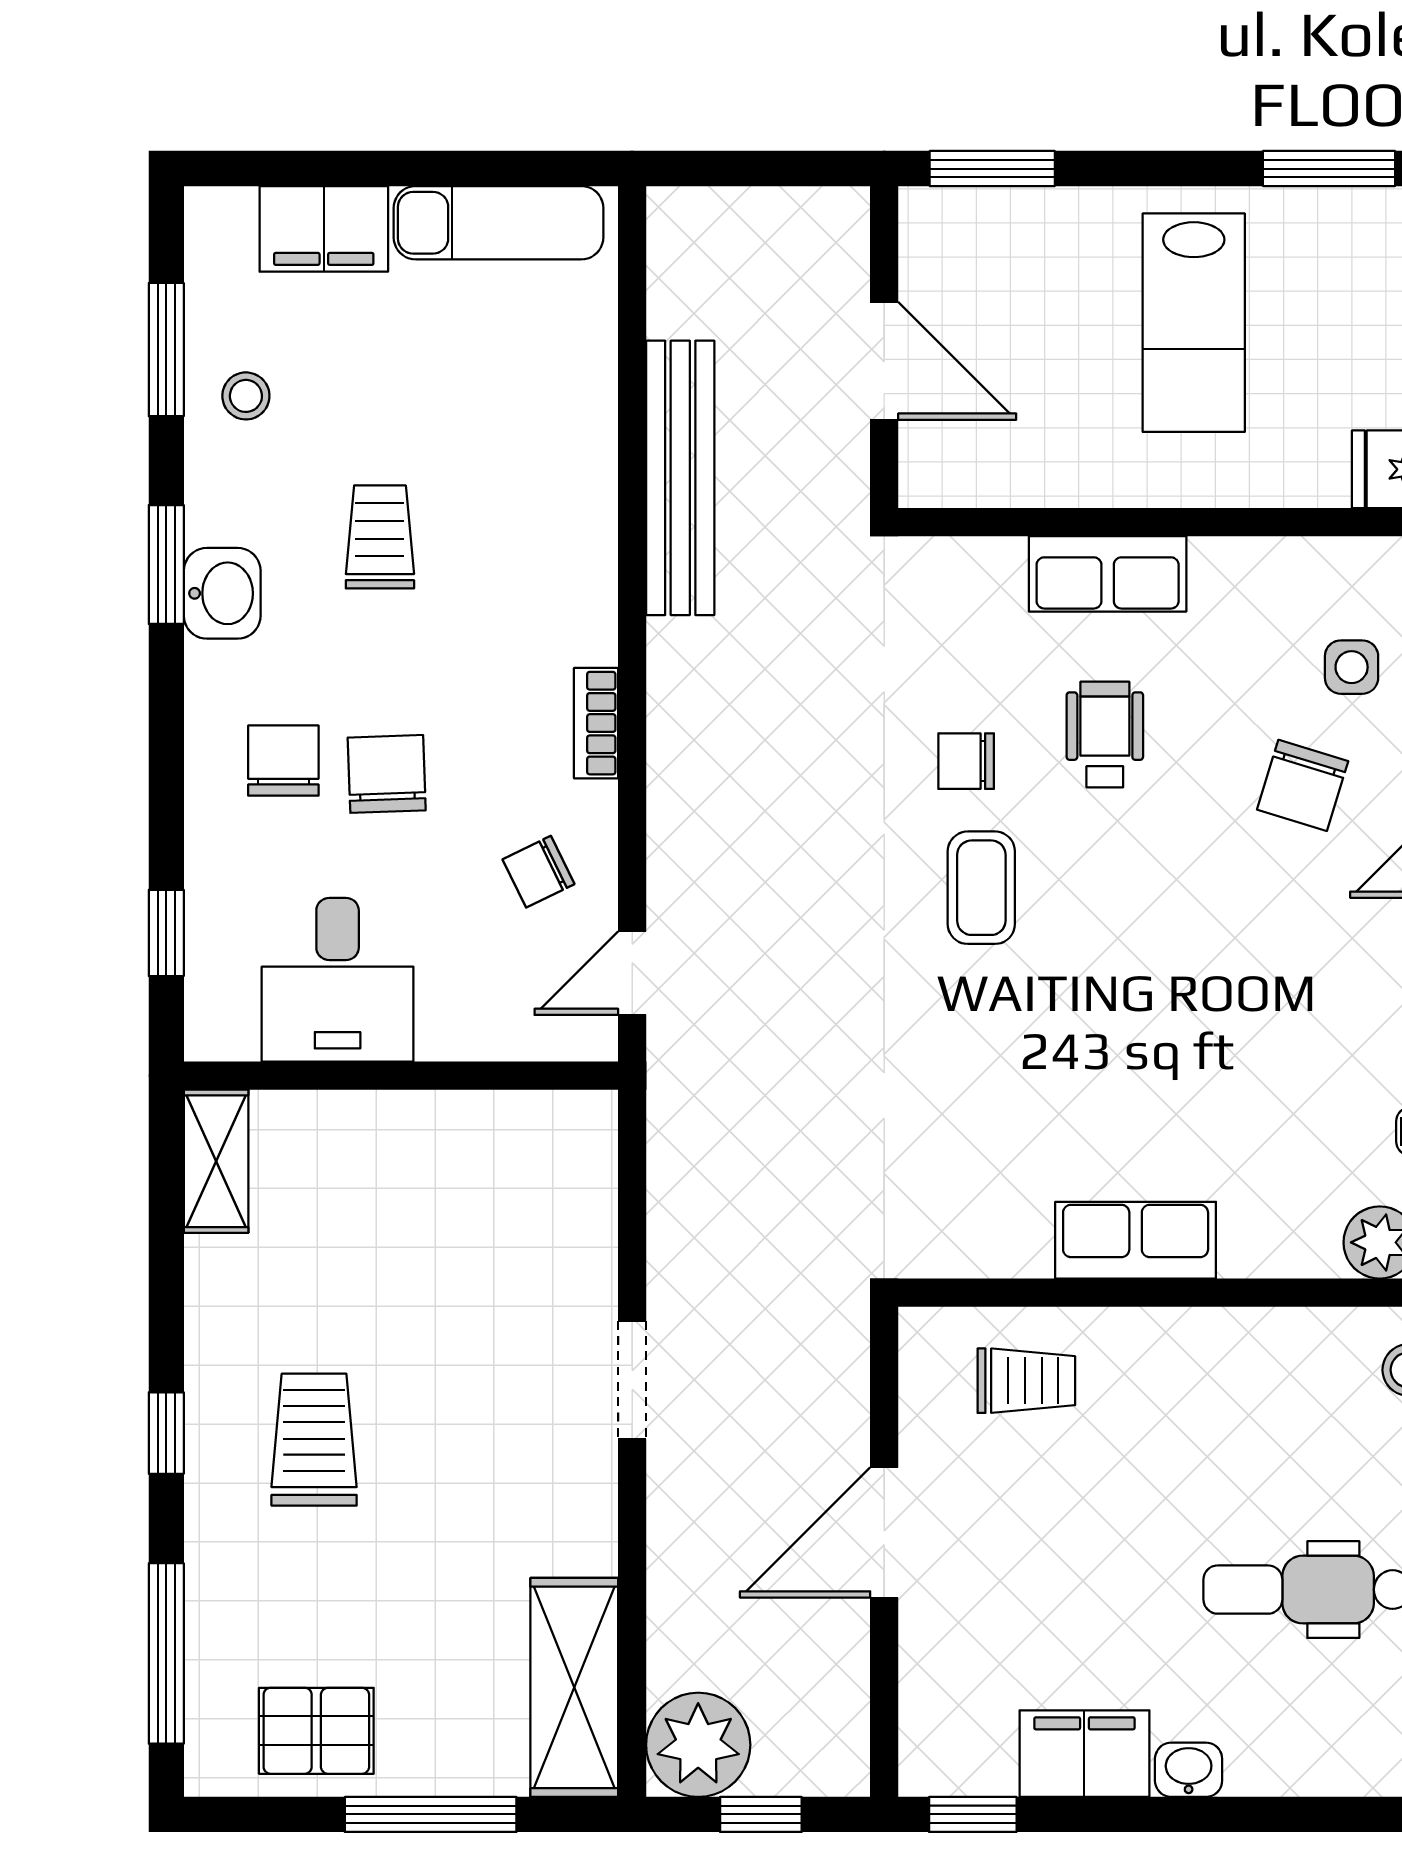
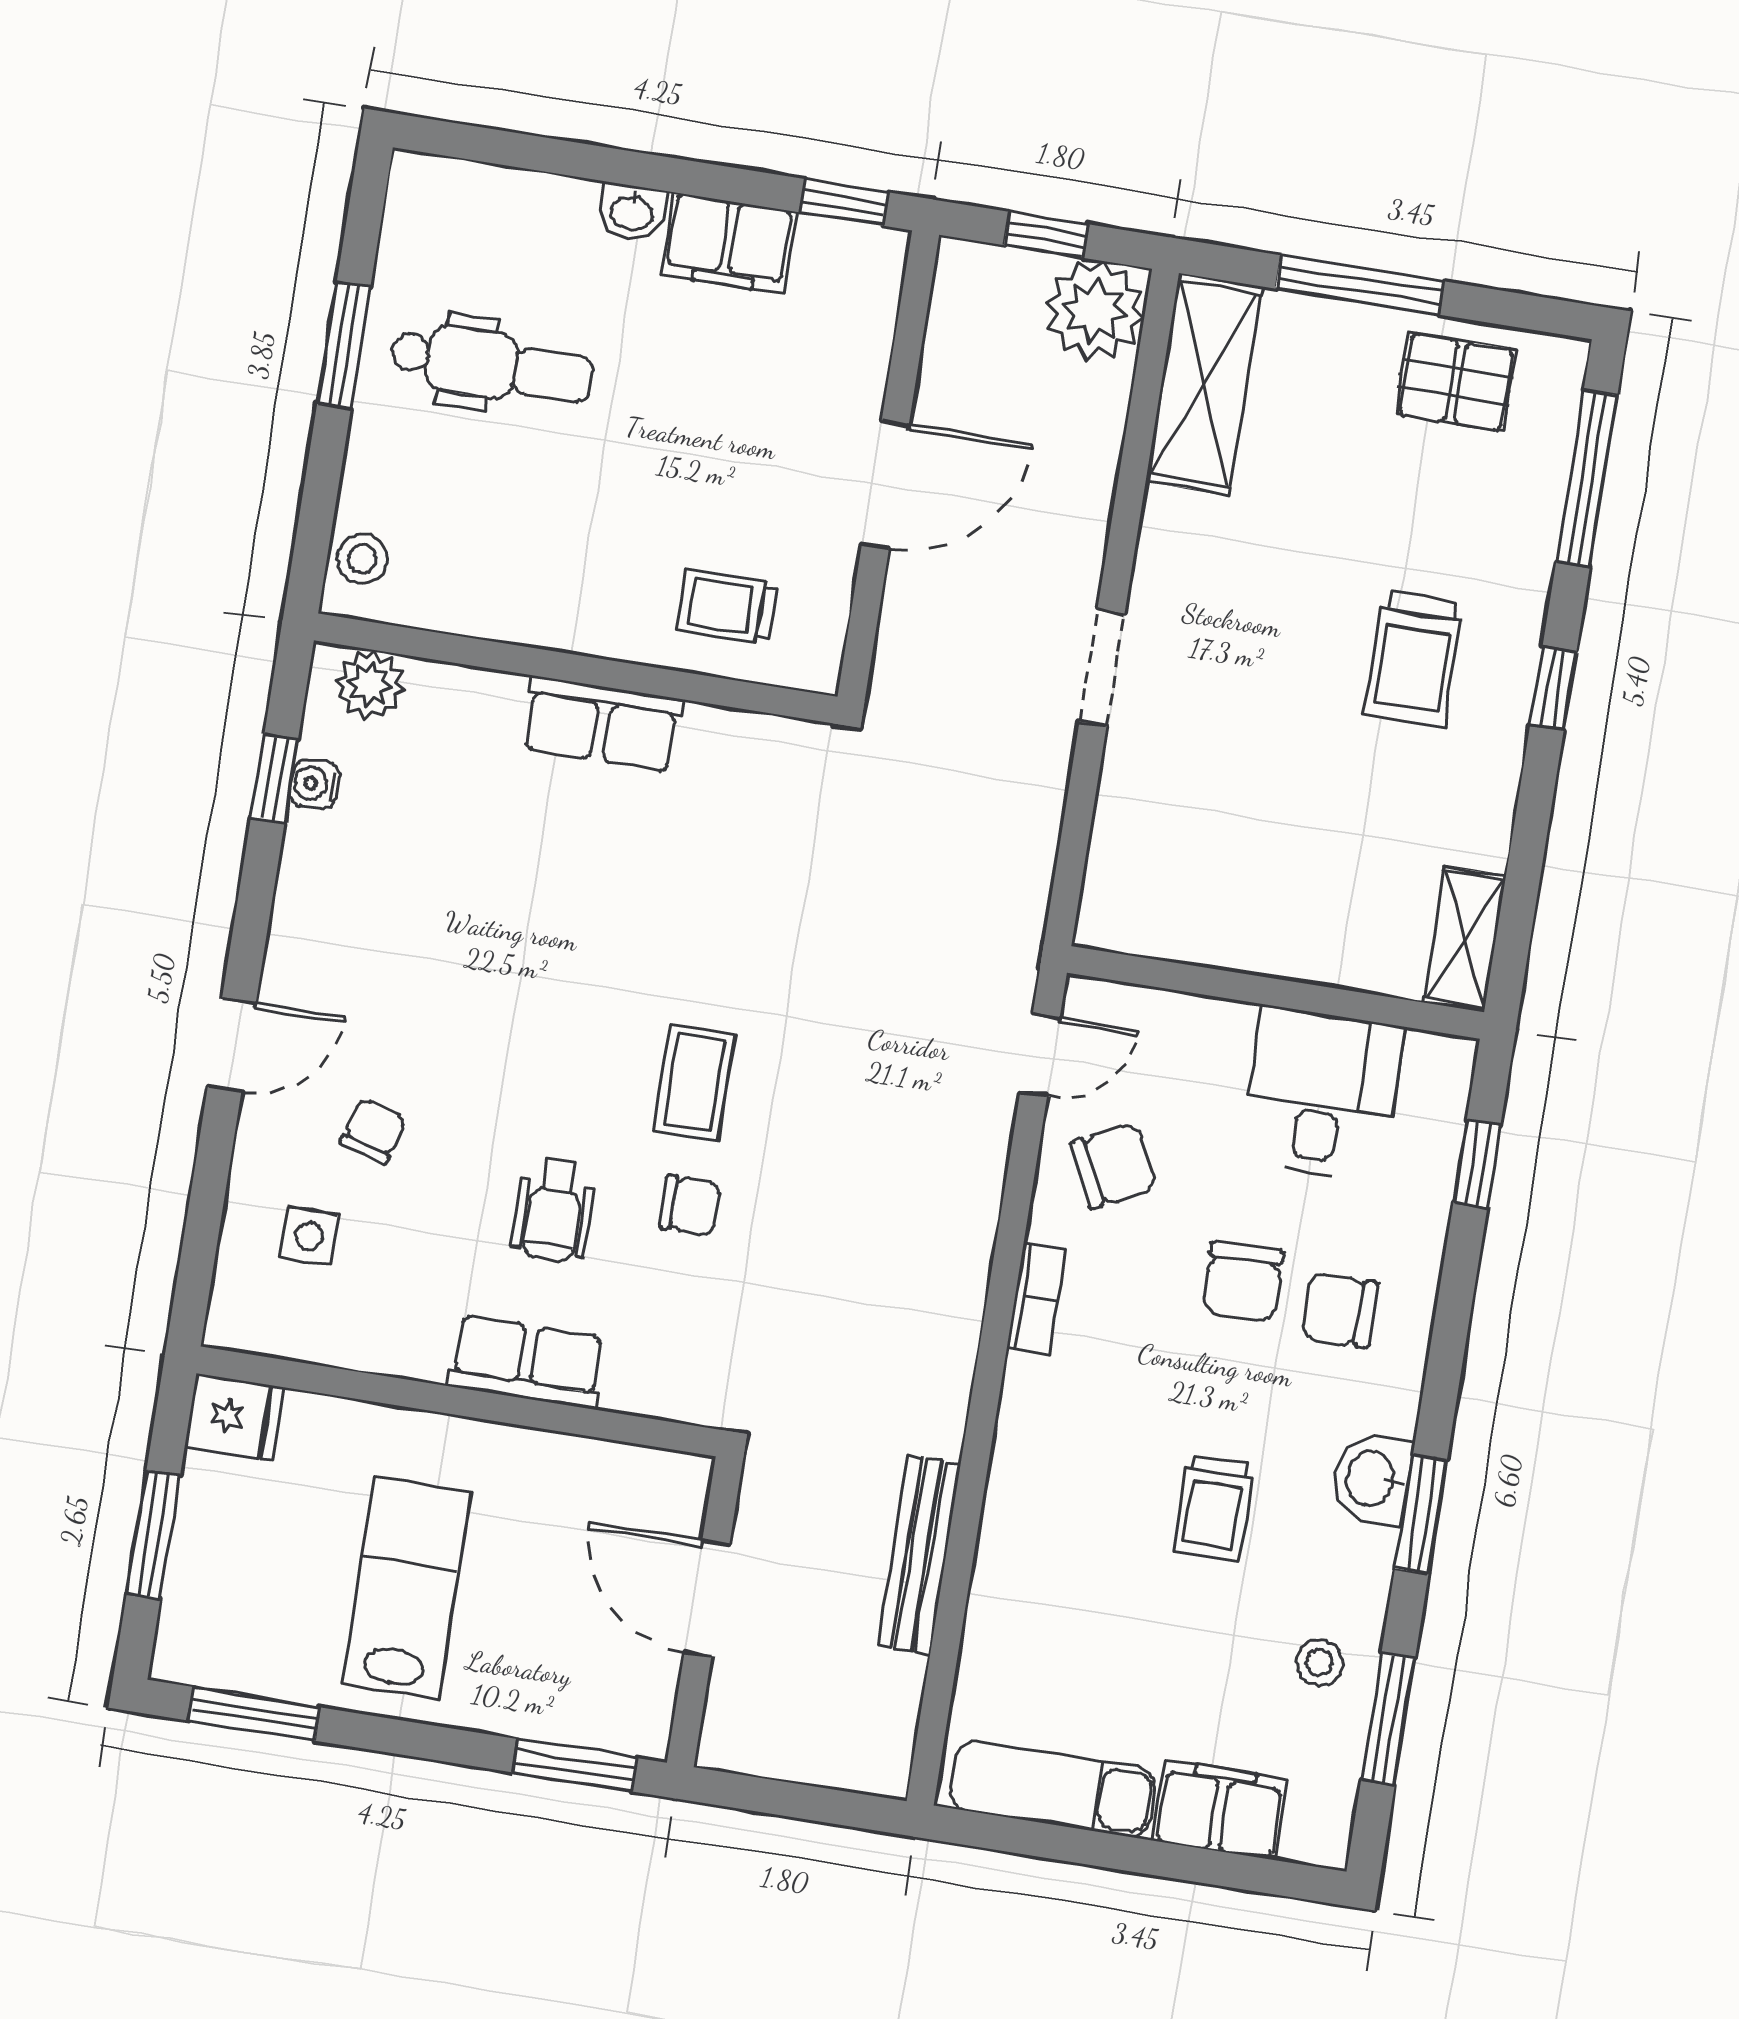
bench: (680, 478) -> (919, 1554), width x0.73, depth x0.82
chair: (283, 761) -> (1339, 1310), turned 90
chair: (1303, 785) -> (373, 1131), width x0.73, depth x0.73
chair: (539, 872) -> (1114, 1165), width x1.37, depth x1.37

